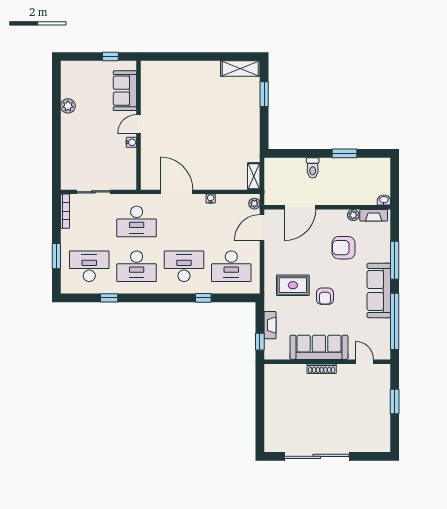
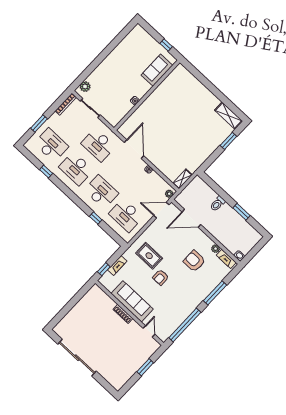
plant: (68, 106) -> (85, 87), moved
door: (139, 124) -> (147, 95), removed
sofa: (379, 290) -> (192, 301), removed

